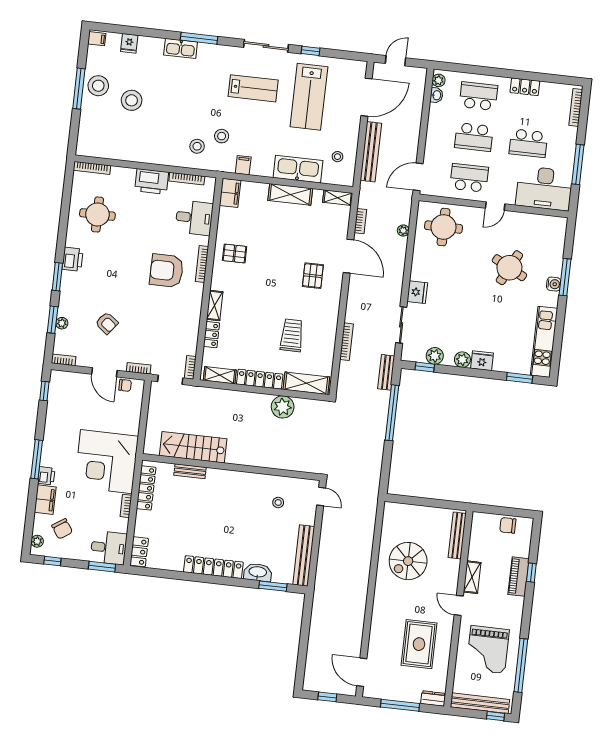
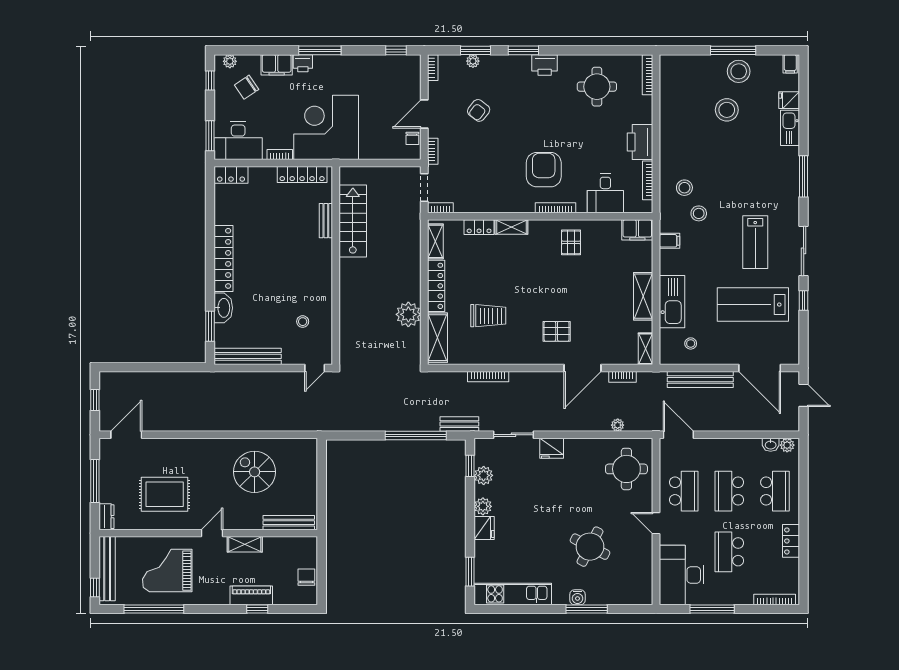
kitchen sink: (181, 48) -> (790, 128), moved
desk: (109, 548) -> (238, 141), width x1.37

